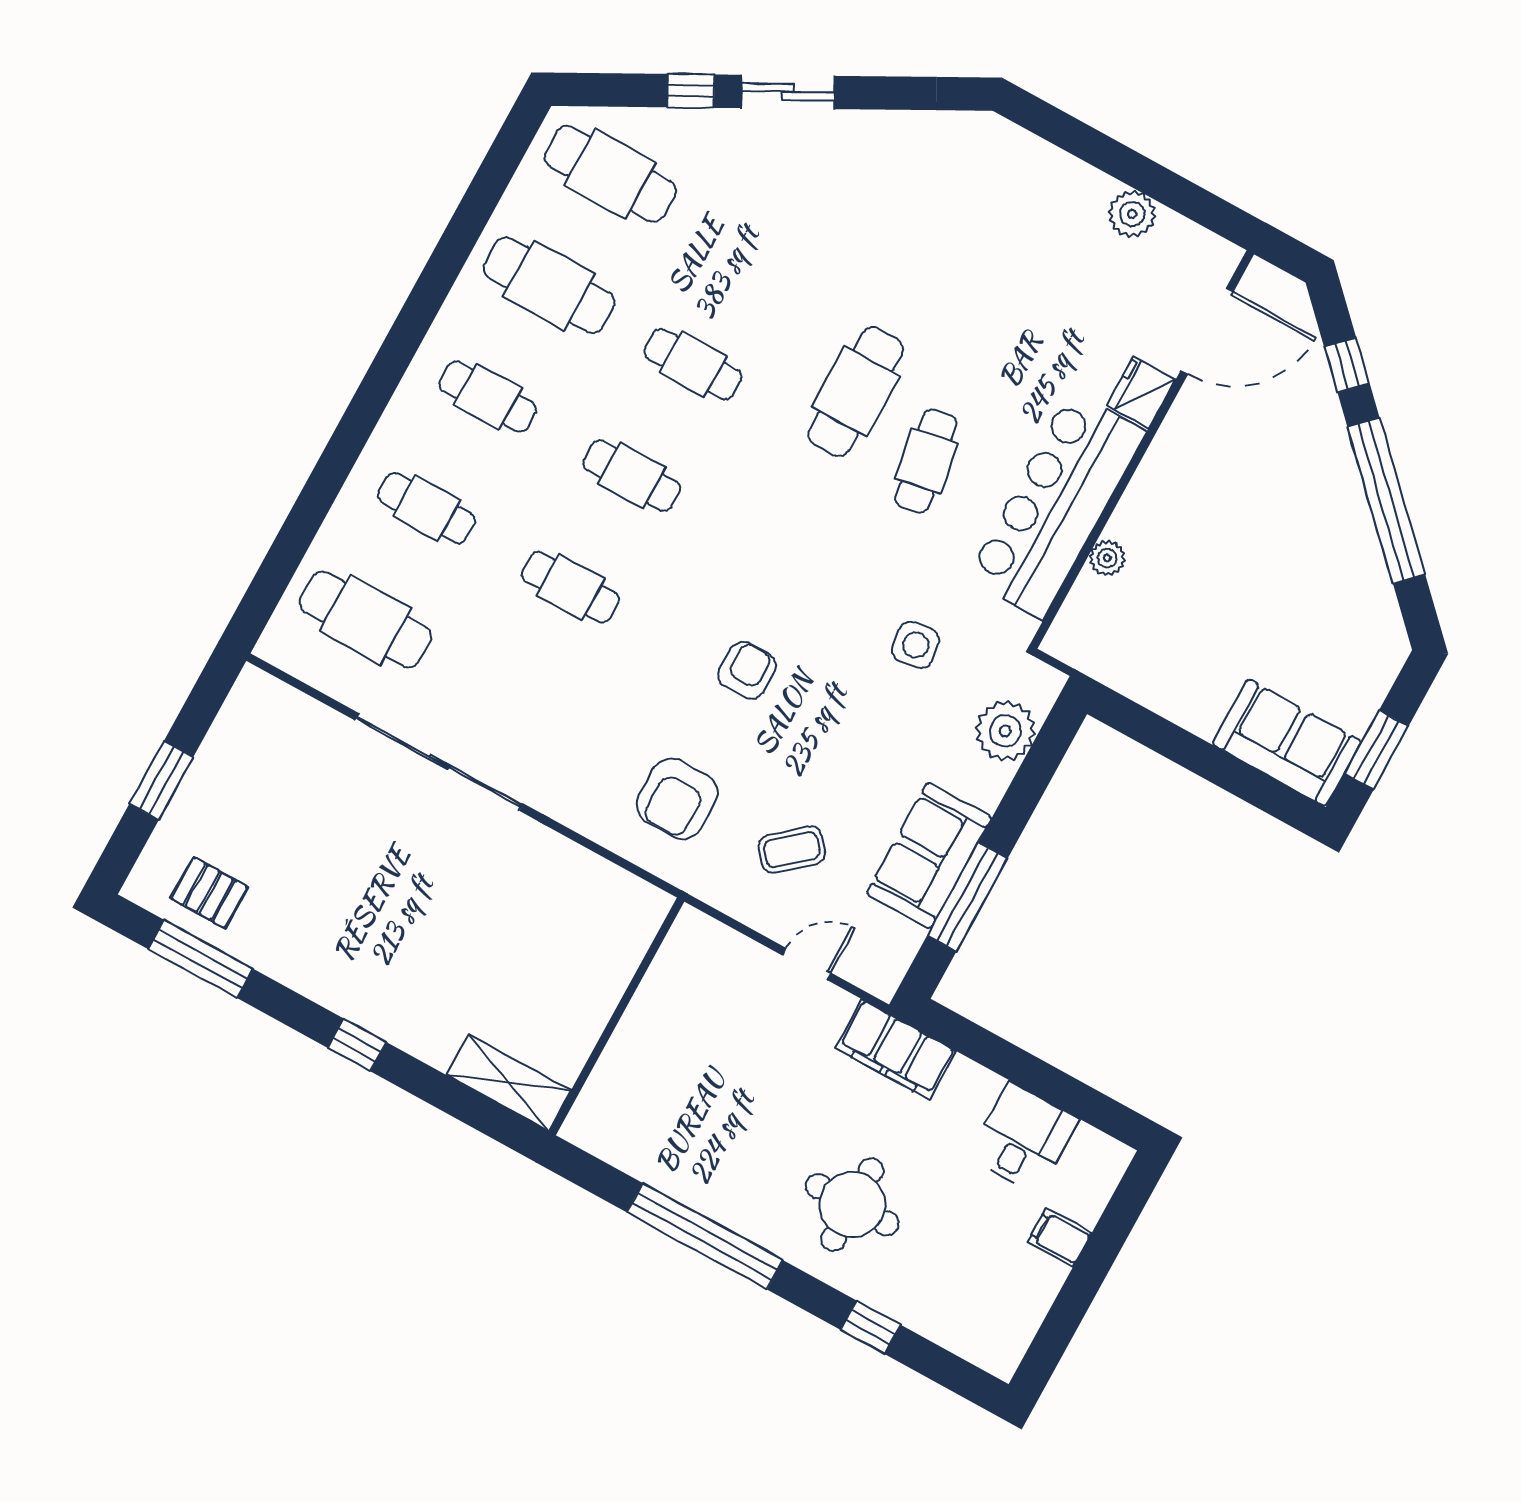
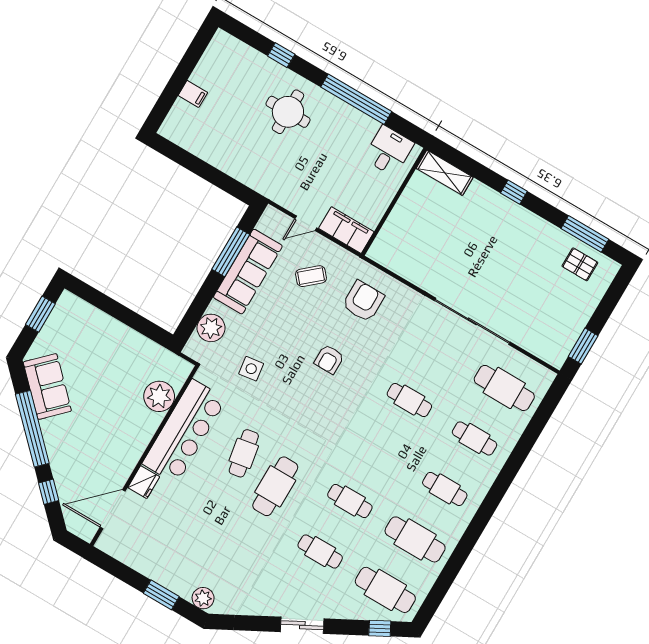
window: (691, 91) -> (380, 628), moved
window: (1096, 148) -> (161, 595), added
plant: (1132, 214) -> (203, 598), moved
cafe table: (632, 476) -> (320, 552), moved
plant: (1107, 558) -> (159, 396), width x1.88, depth x1.88
sofa: (1287, 743) -> (47, 386), moved, turned -135
window: (161, 781) -> (583, 346), moved
sofa: (929, 855) -> (248, 272), width x1.36
filing cabinet: (896, 1050) -> (346, 230), moved
desk: (1023, 1138) -> (389, 151), moved, turned 180

